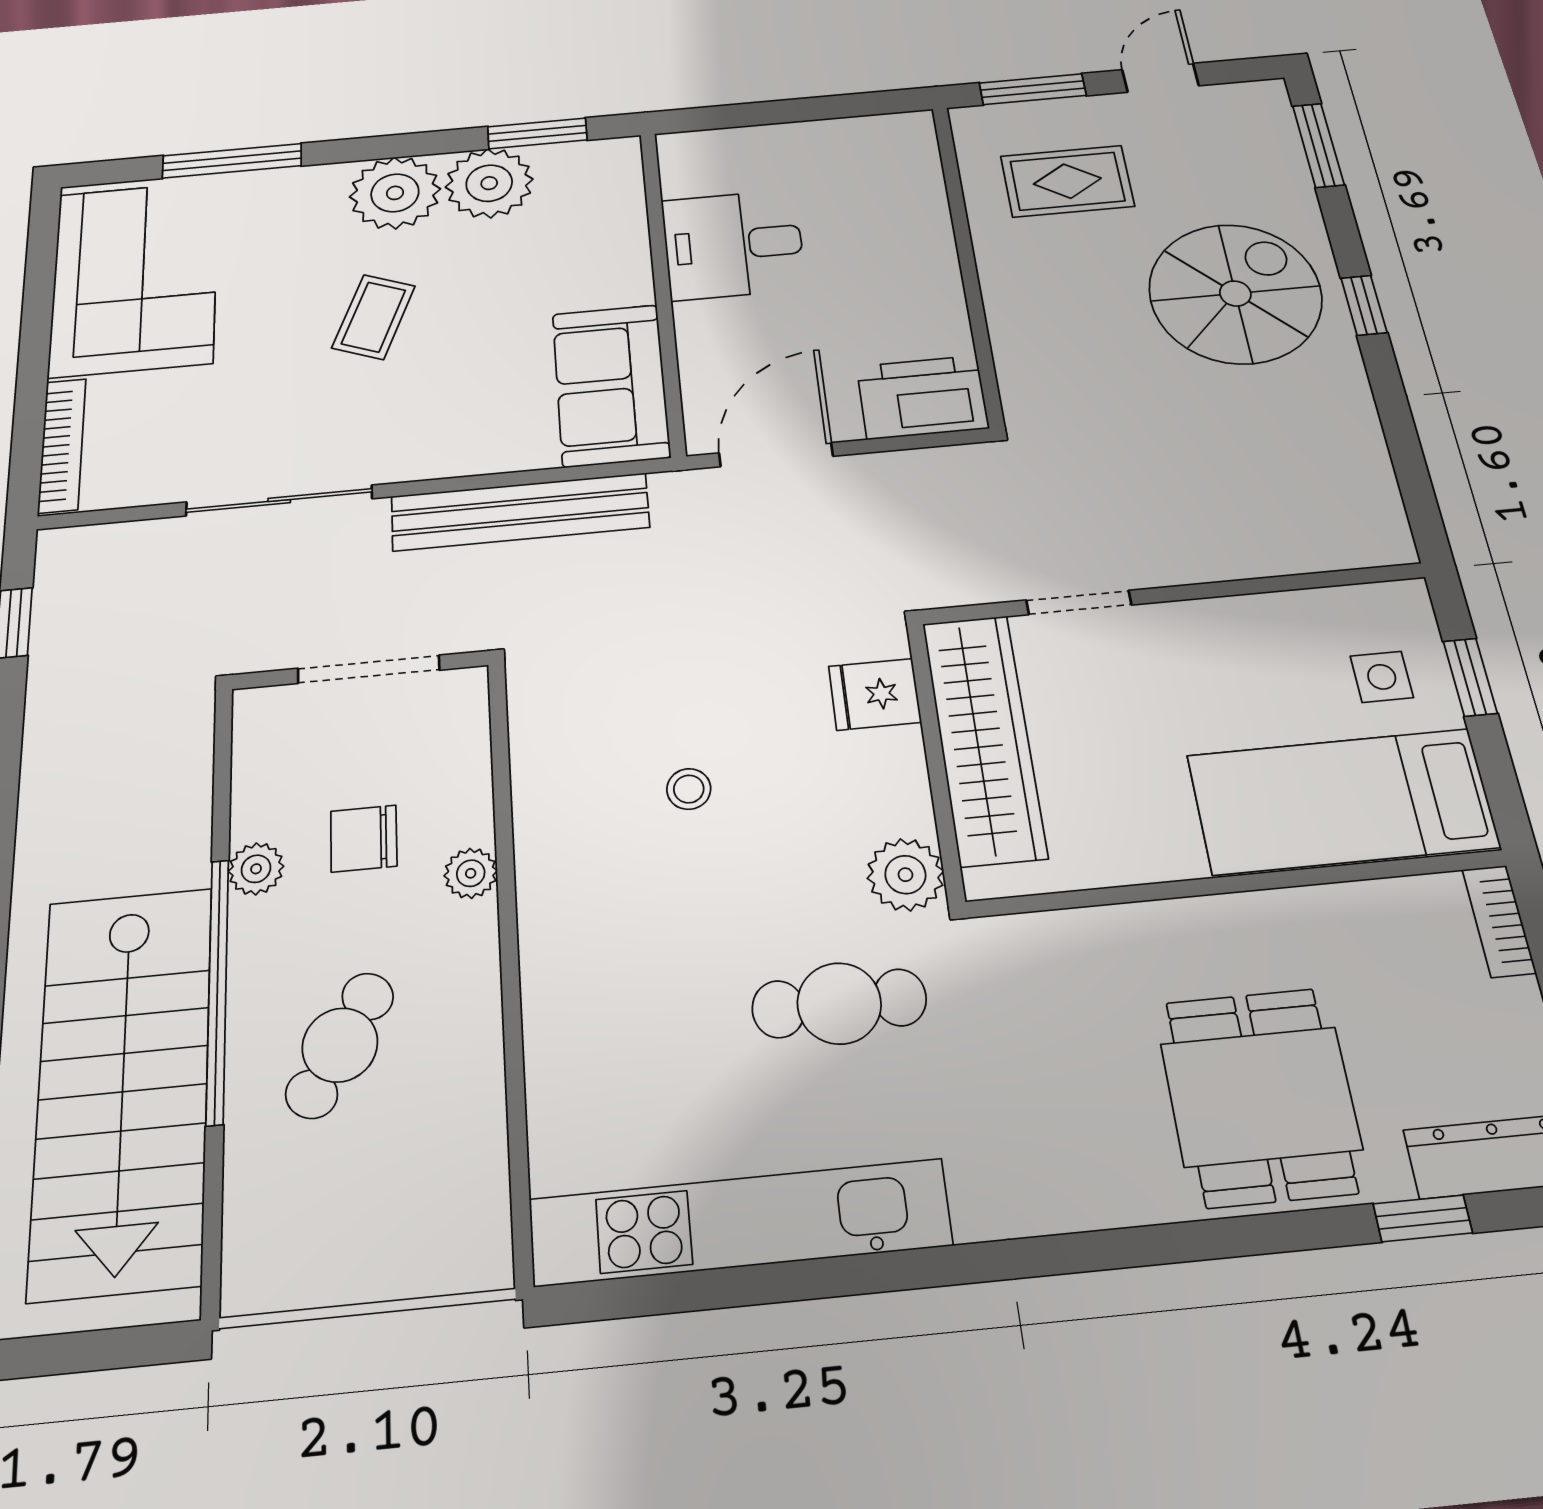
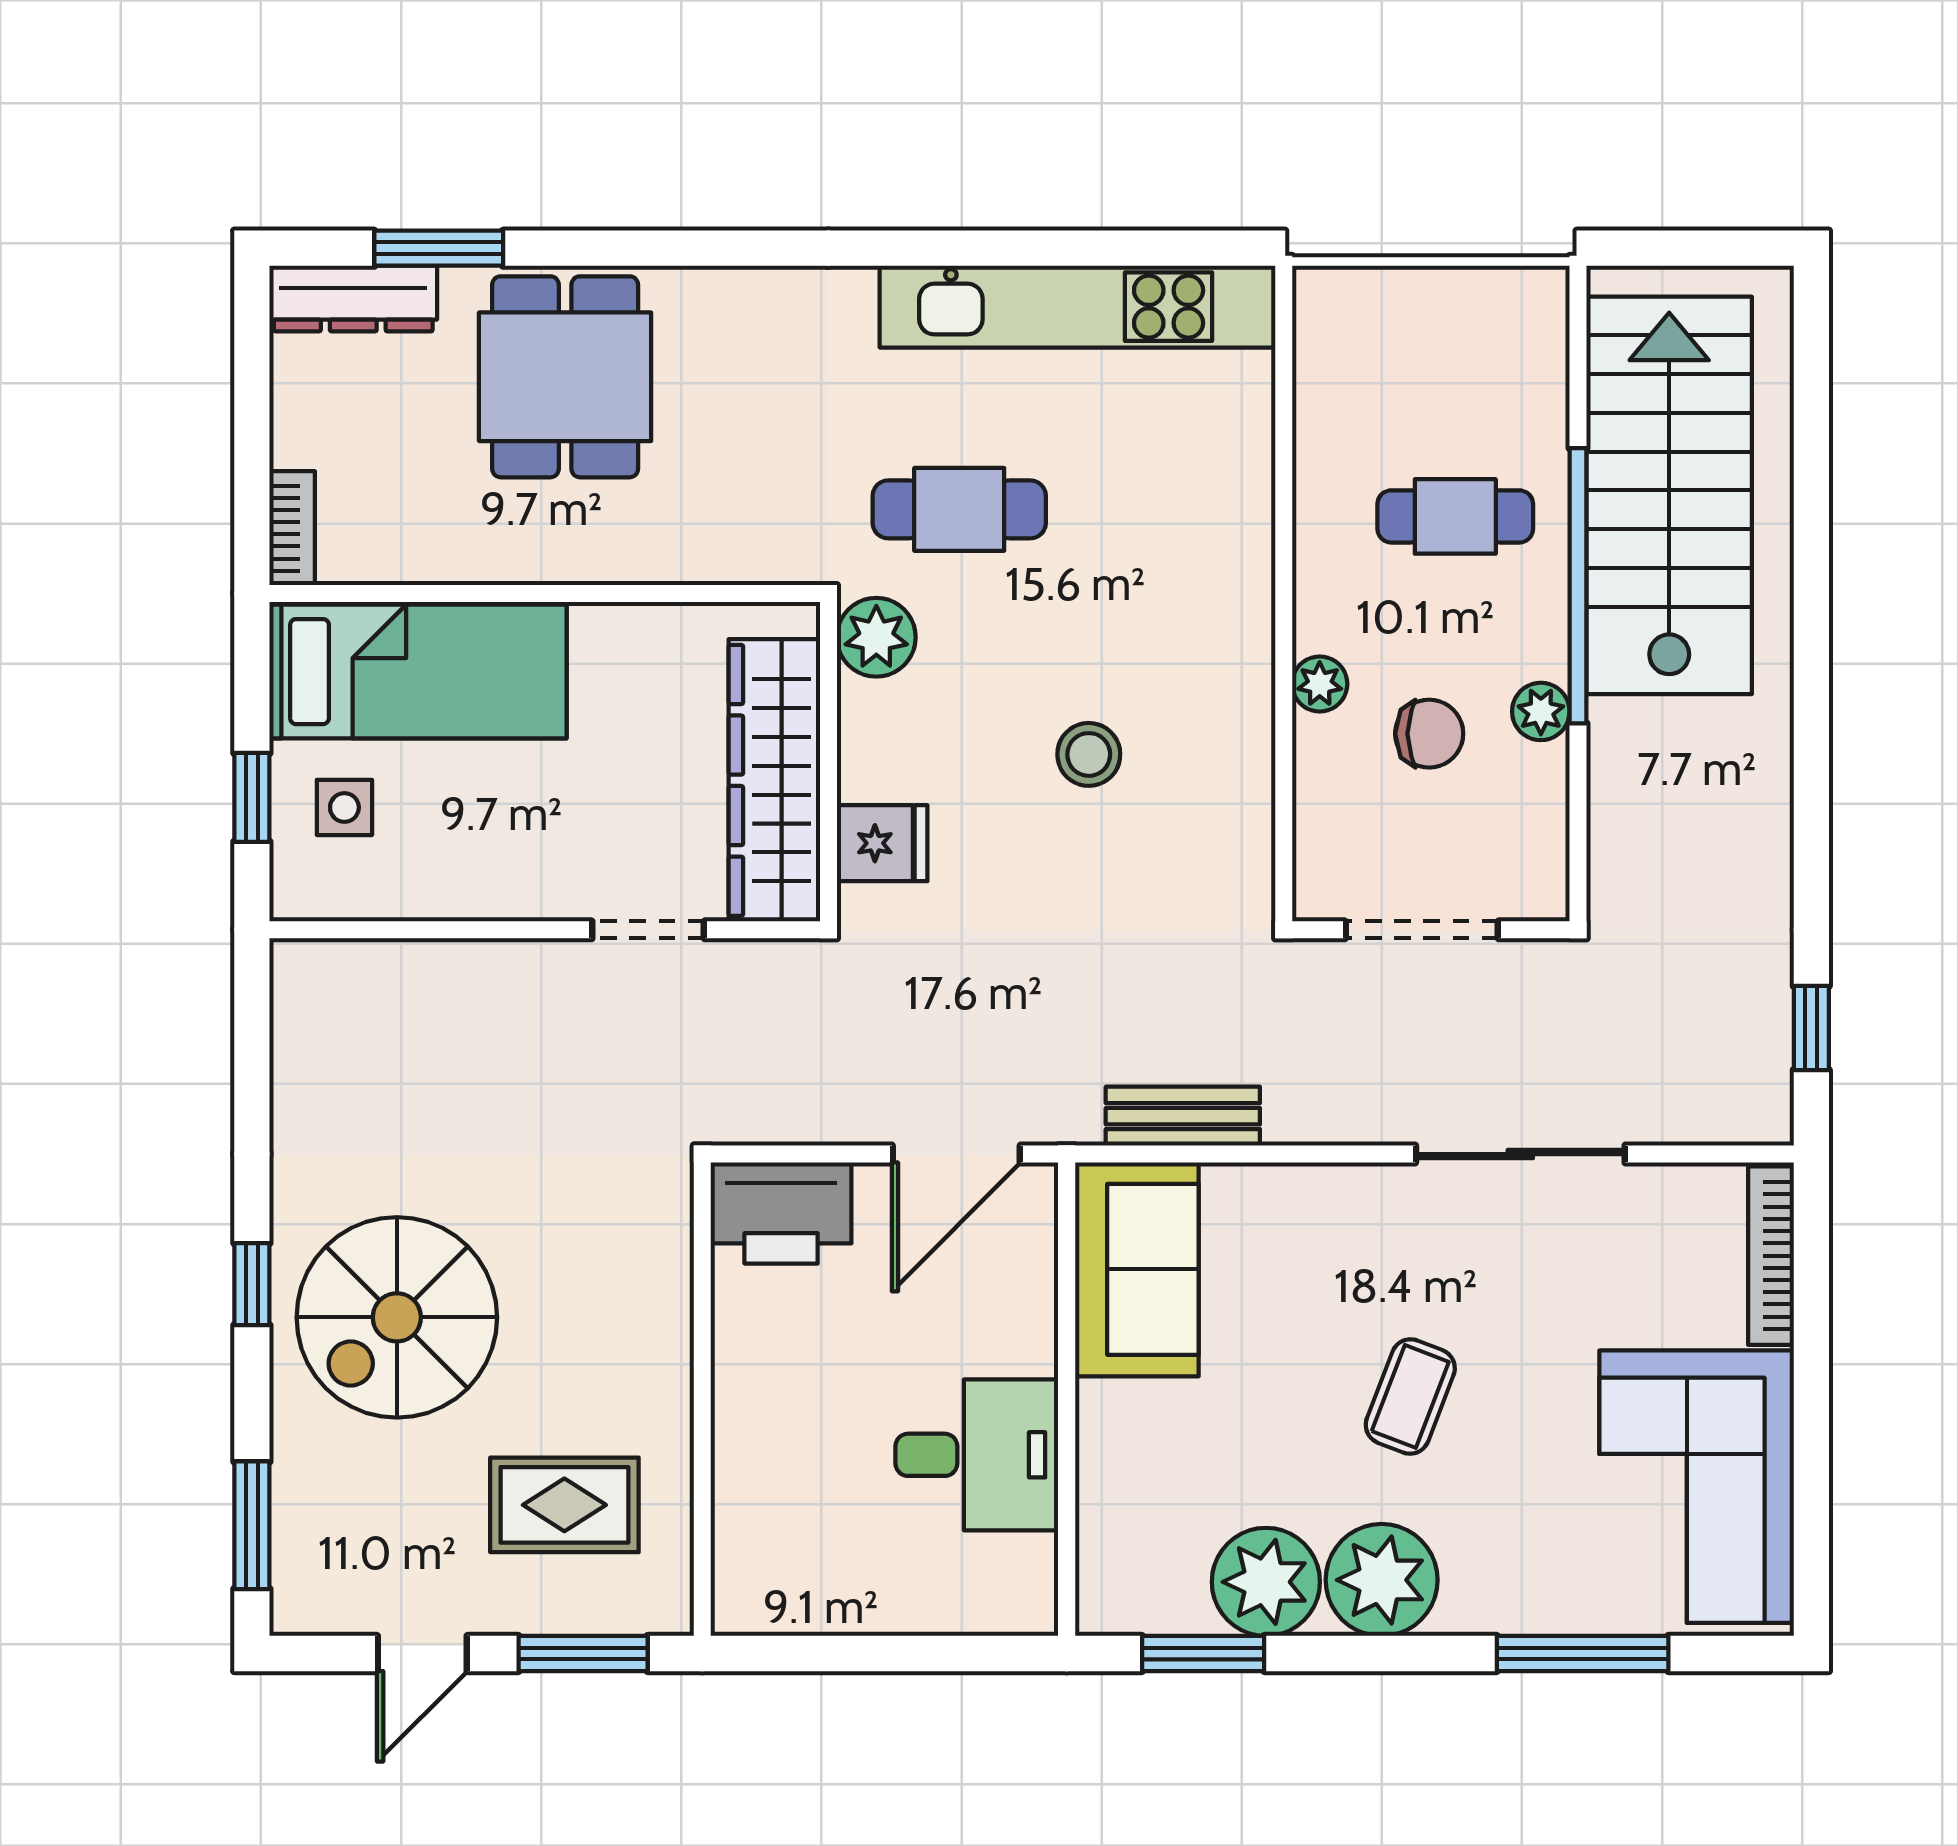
bench: (520, 512) -> (1183, 1116), width x0.54, depth x0.82
stool: (689, 789) -> (1089, 754), width x1.37, depth x1.37
cafe table: (340, 1045) -> (1455, 516), turned 59
window: (1423, 1218) -> (439, 248), width x1.50

